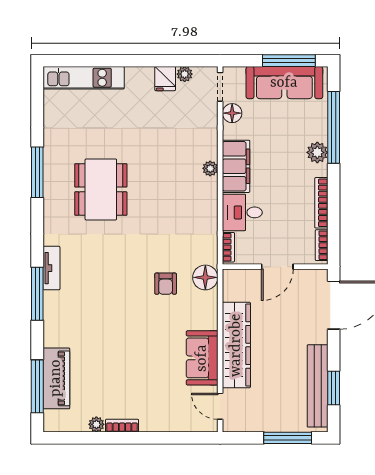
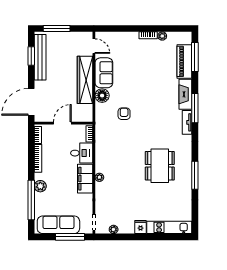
window: (289, 61) -> (70, 237), moved
fridge: (165, 79) -> (140, 227), moved
floor lamp: (232, 113) -> (87, 208), removed
floor lamp: (205, 277) -> (102, 96), moved
fireplace: (54, 319) -> (185, 94), added

